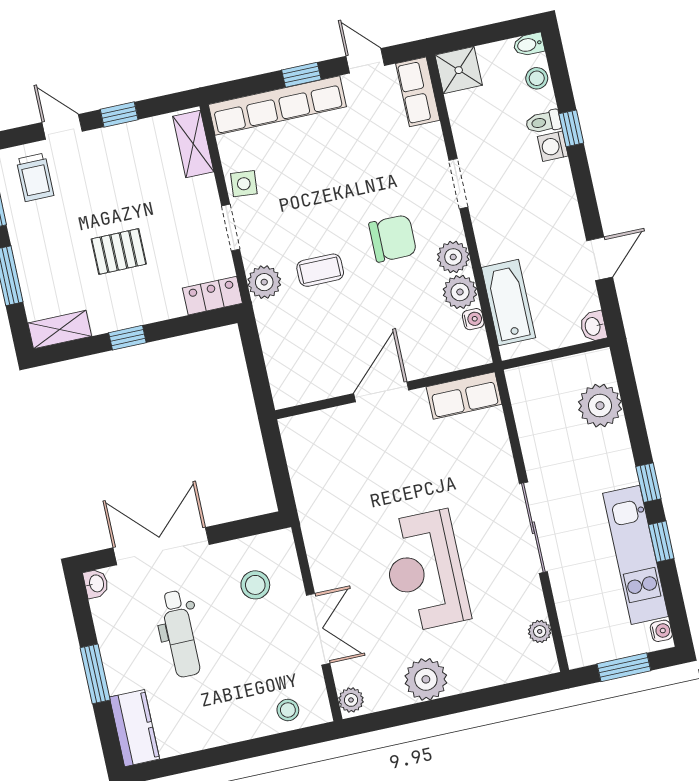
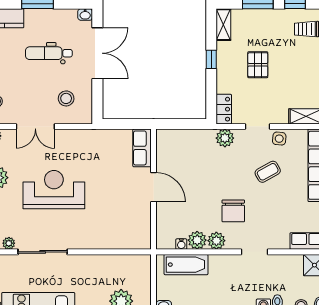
coffee table: (320, 270) -> (268, 172), moved, turned 61
row of seats: (464, 396) -> (142, 148), moved
sliding door: (533, 528) -> (43, 252), moved

